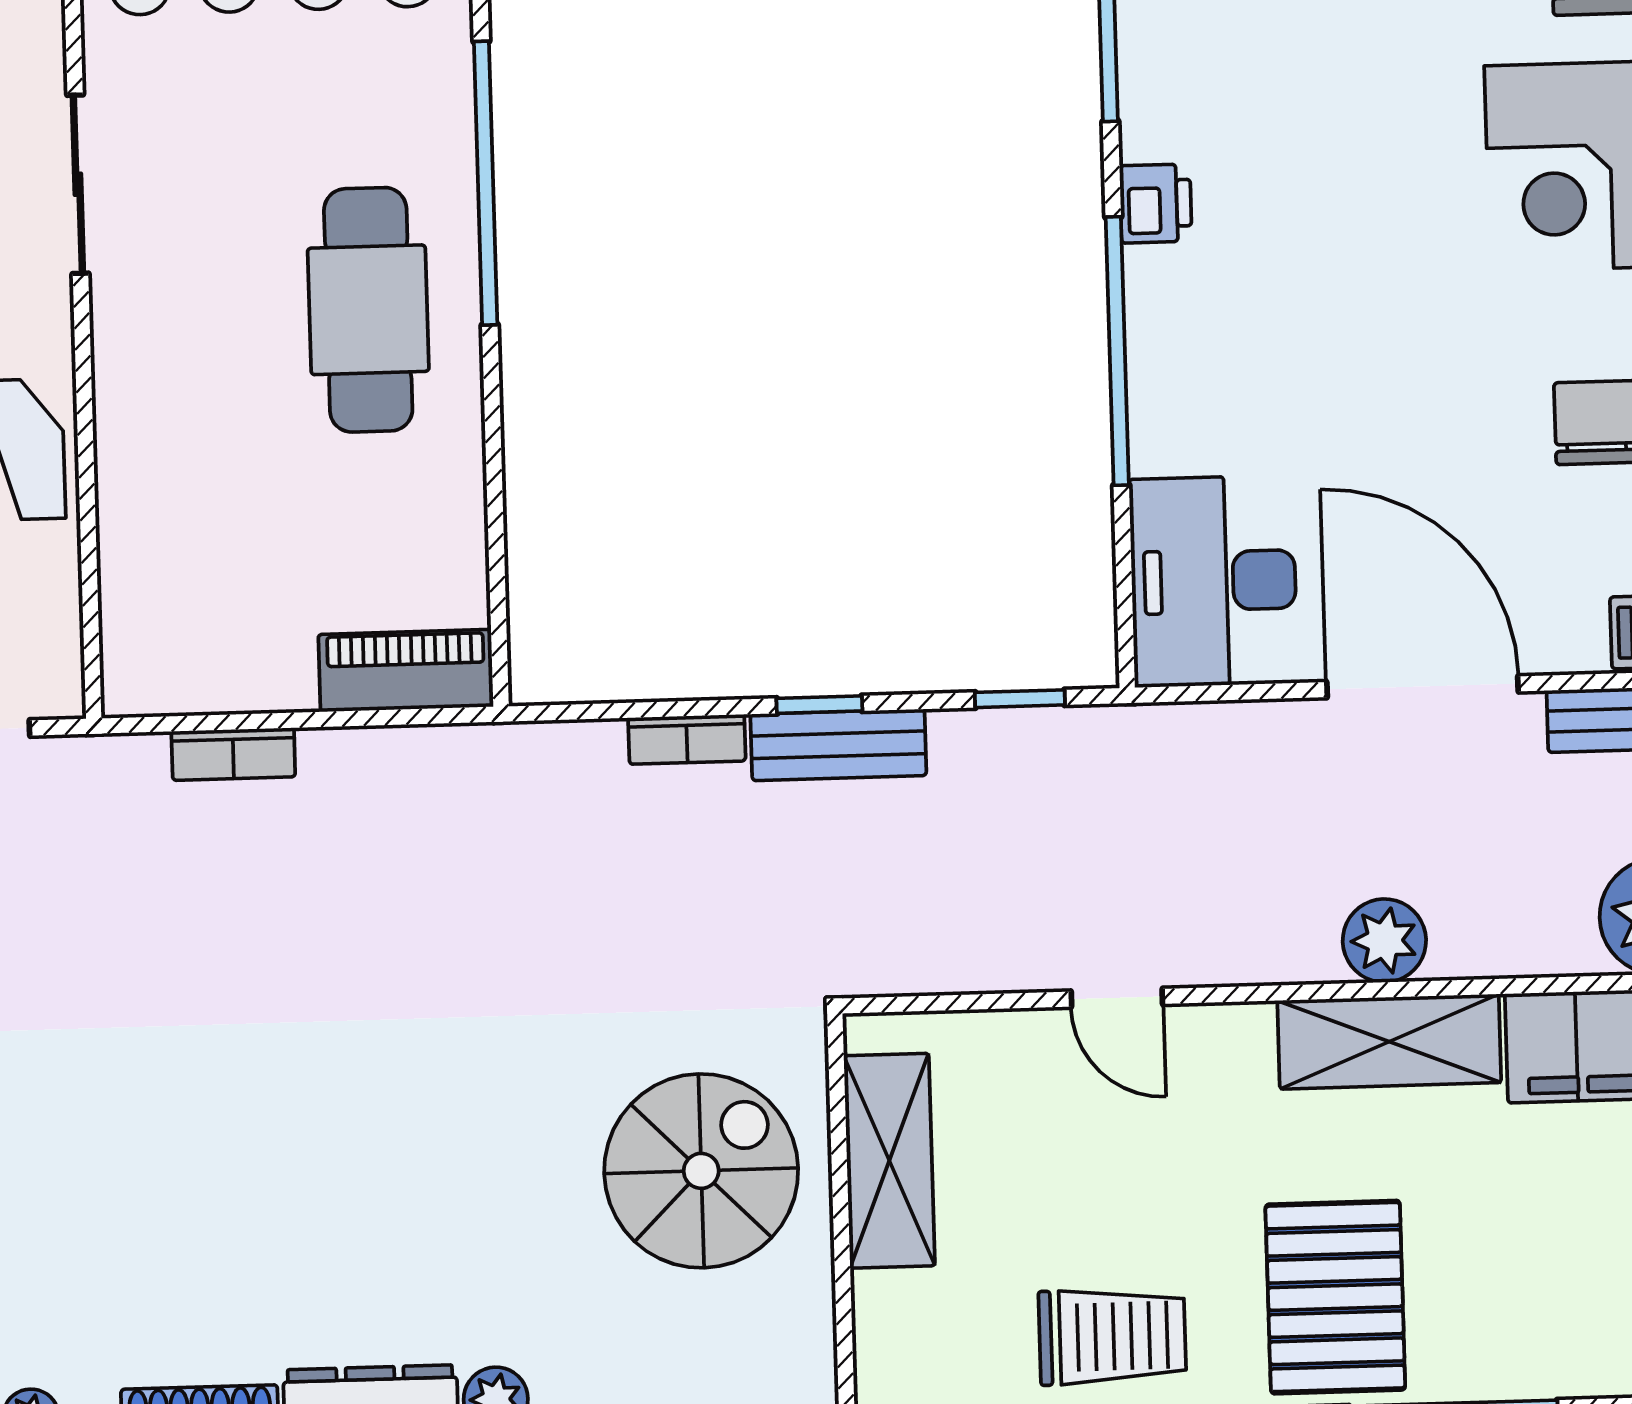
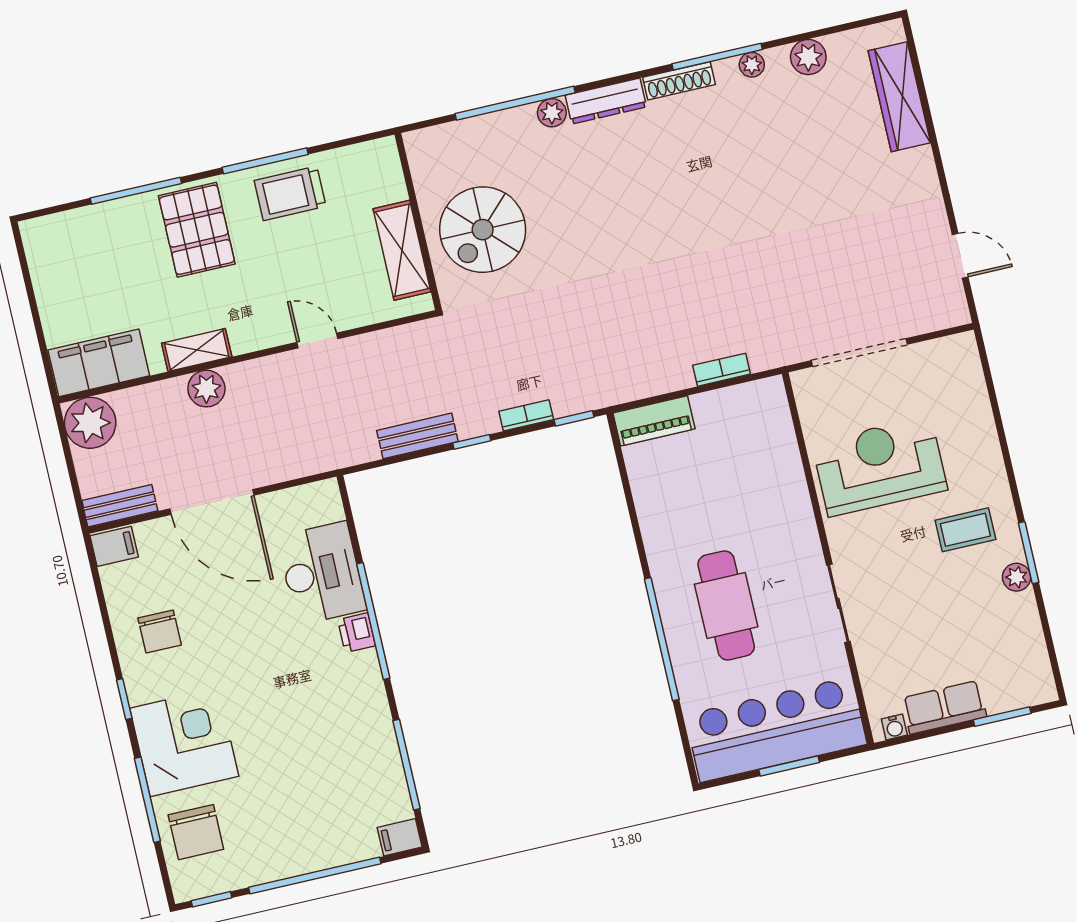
printer: (1156, 204) -> (357, 633), moved
cafe table: (368, 310) -> (726, 605), moved
desk: (1213, 581) -> (322, 573), moved
window: (1020, 699) -> (574, 418), moved
bench: (838, 745) -> (417, 436), moved
shelving: (1389, 1042) -> (197, 350), width x0.67, depth x0.75

